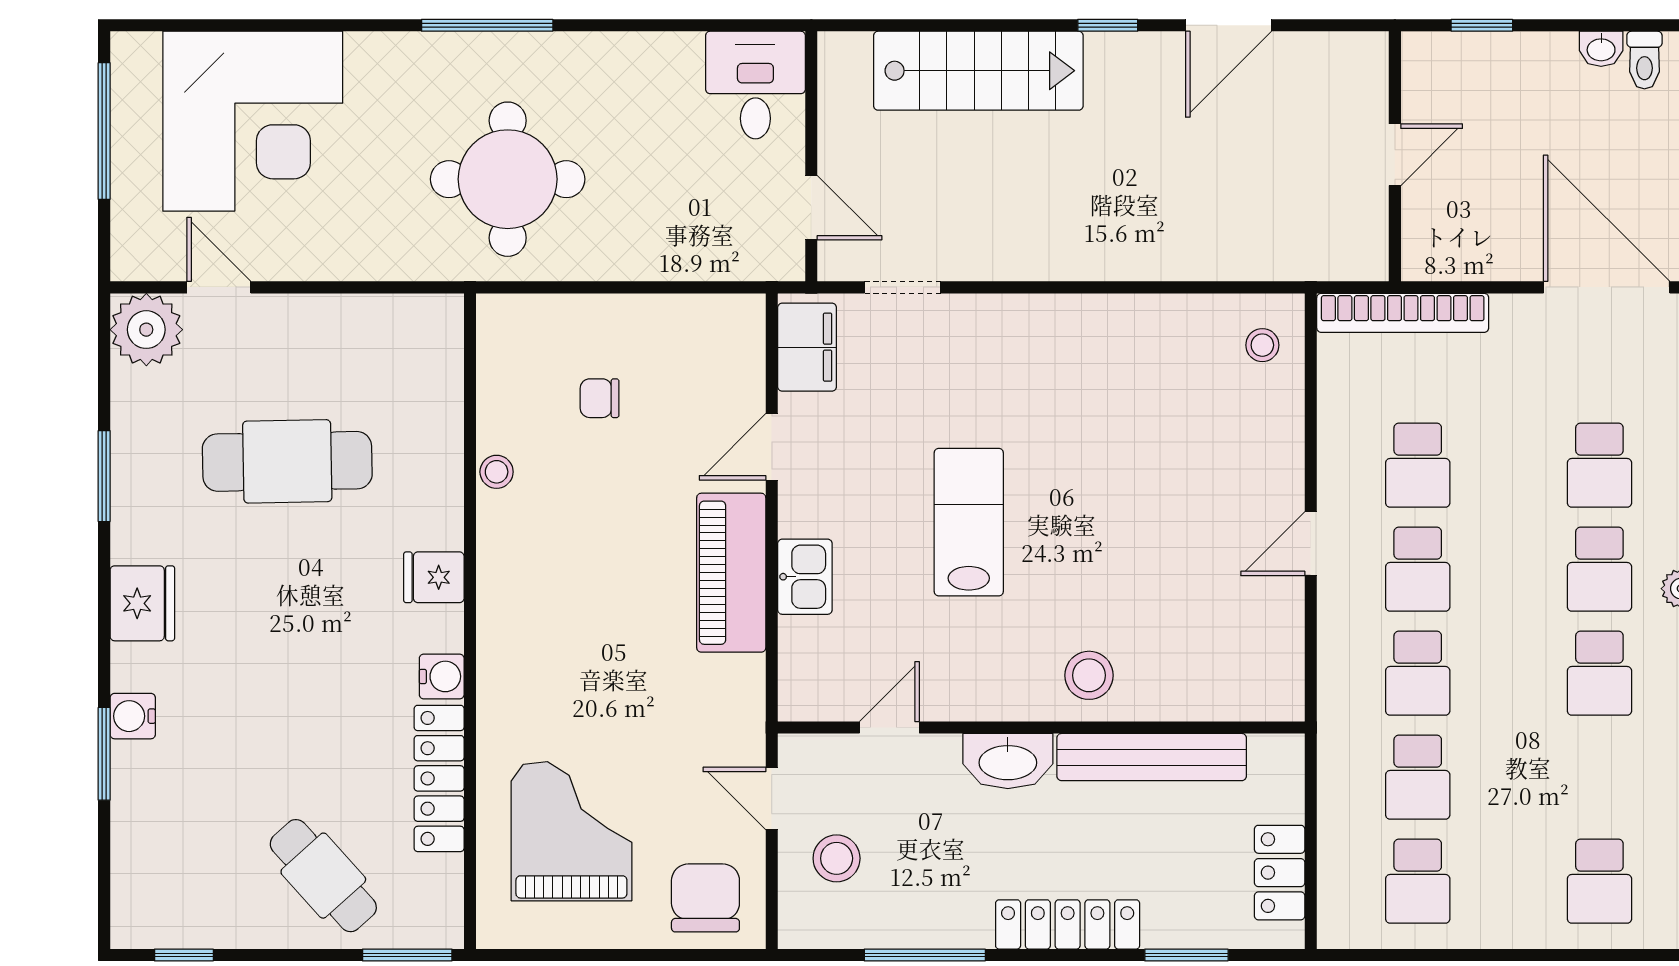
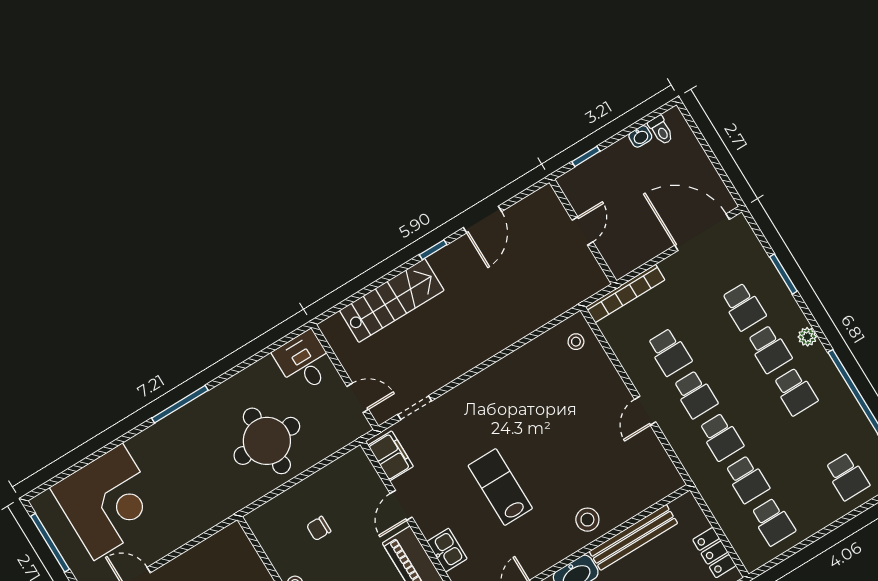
round table: (508, 179) -> (267, 441), moved

